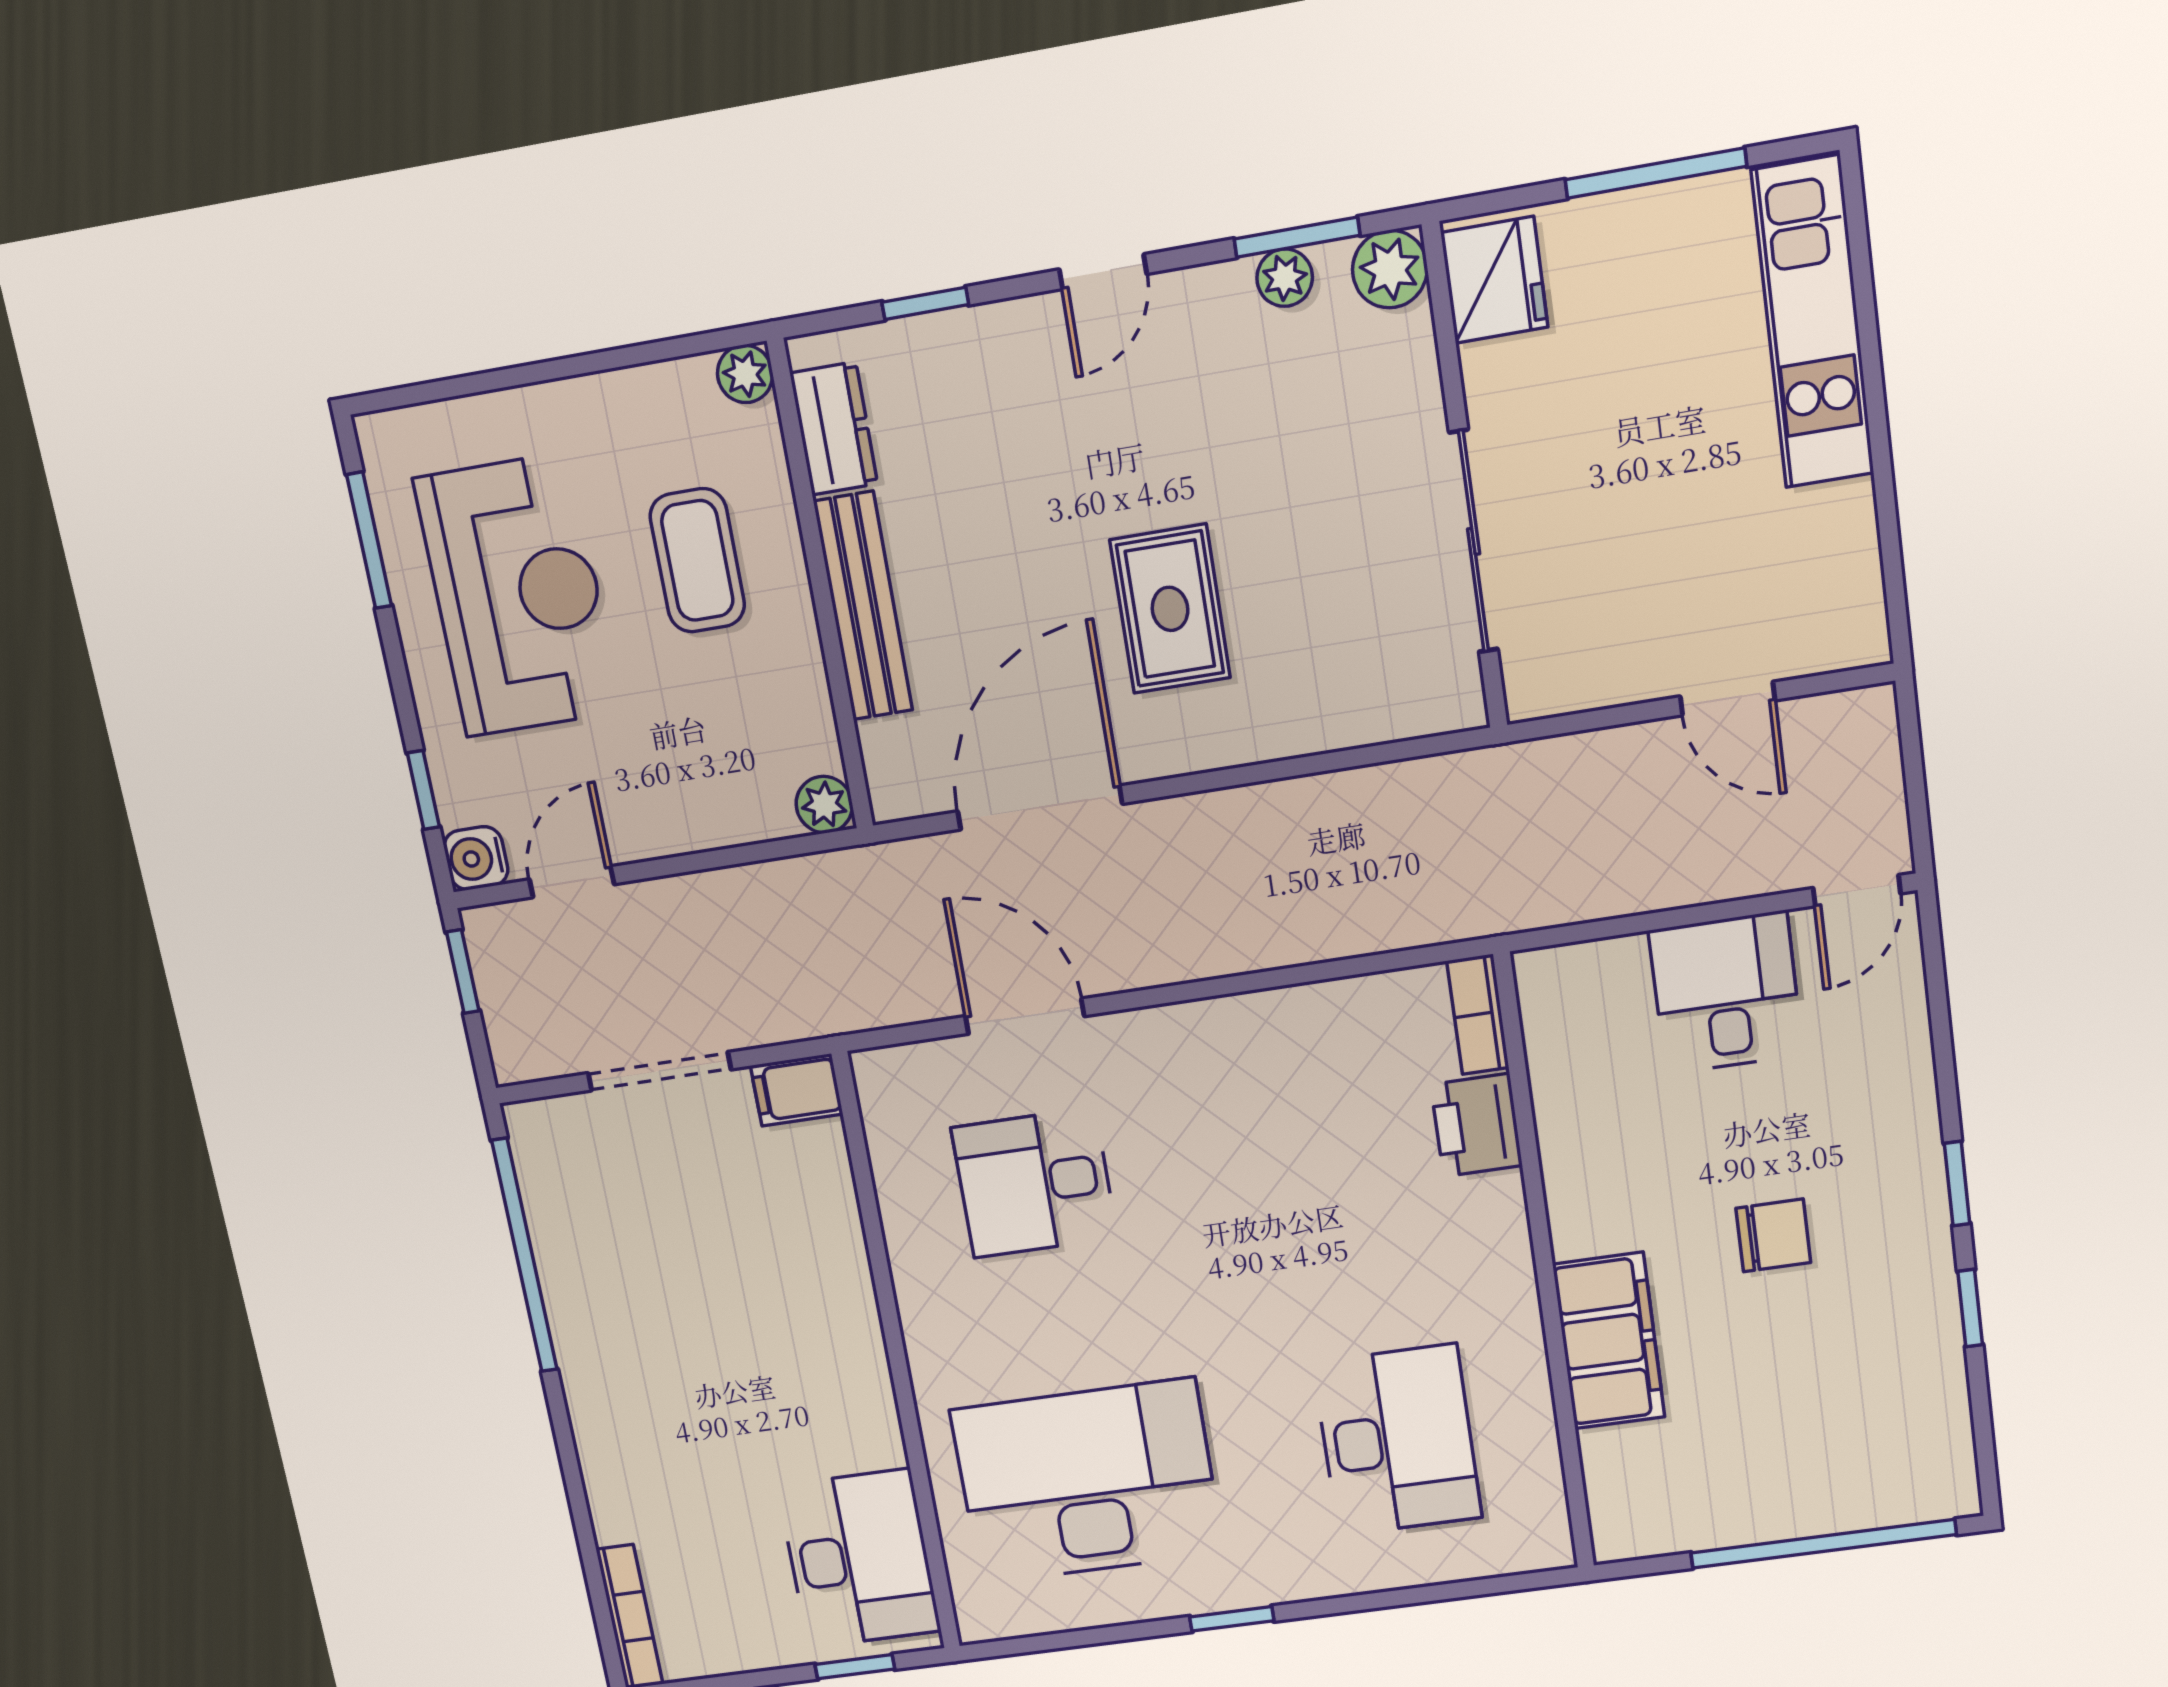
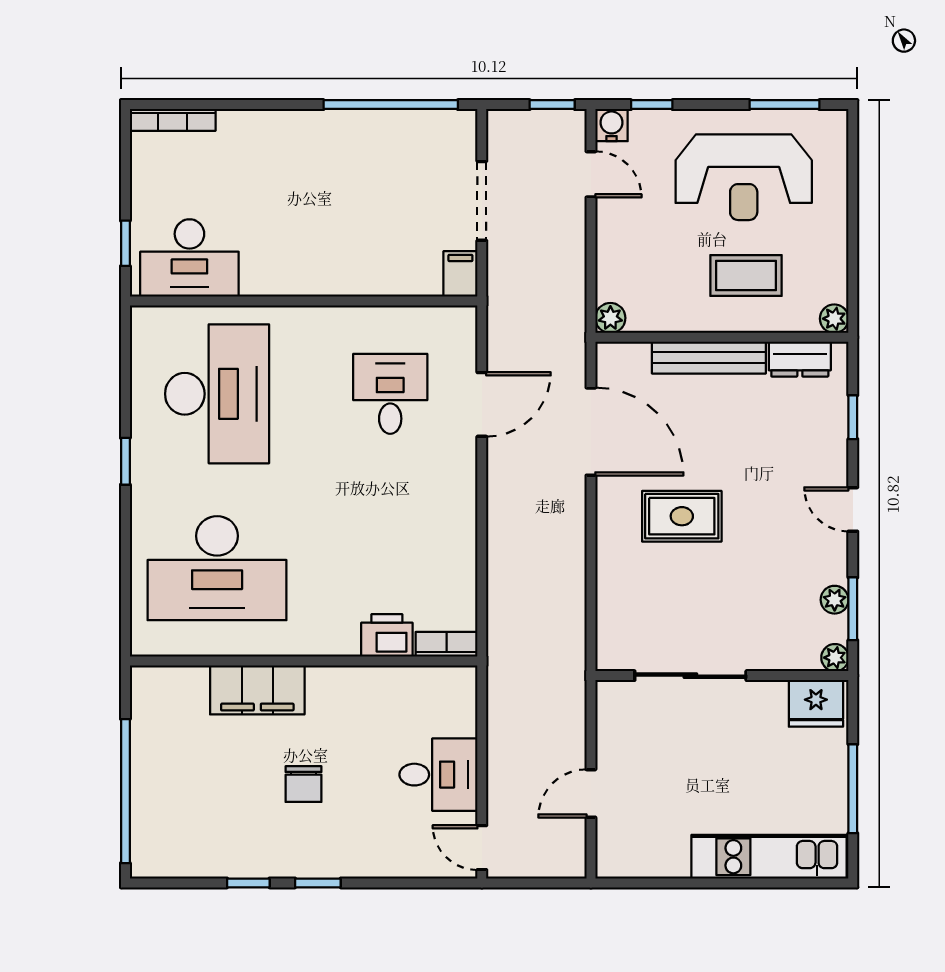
plant: (1390, 269) -> (835, 658), width x0.73, depth x0.73
desk: (1397, 1440) -> (217, 568), width x1.36, depth x1.30

